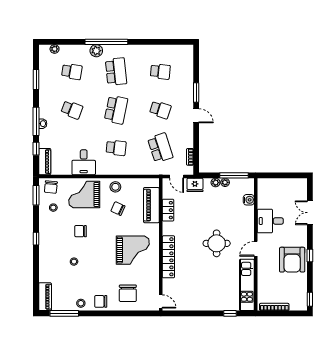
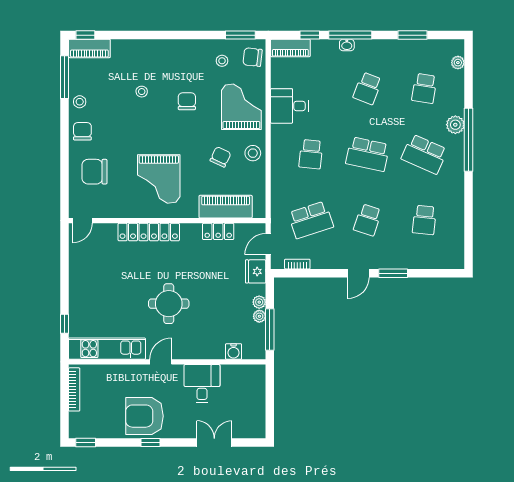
school desk: (116, 72) -> (424, 154), turned 30
window: (36, 239) -> (85, 35), moved
door: (256, 249) -> (161, 362), hinge flipped

